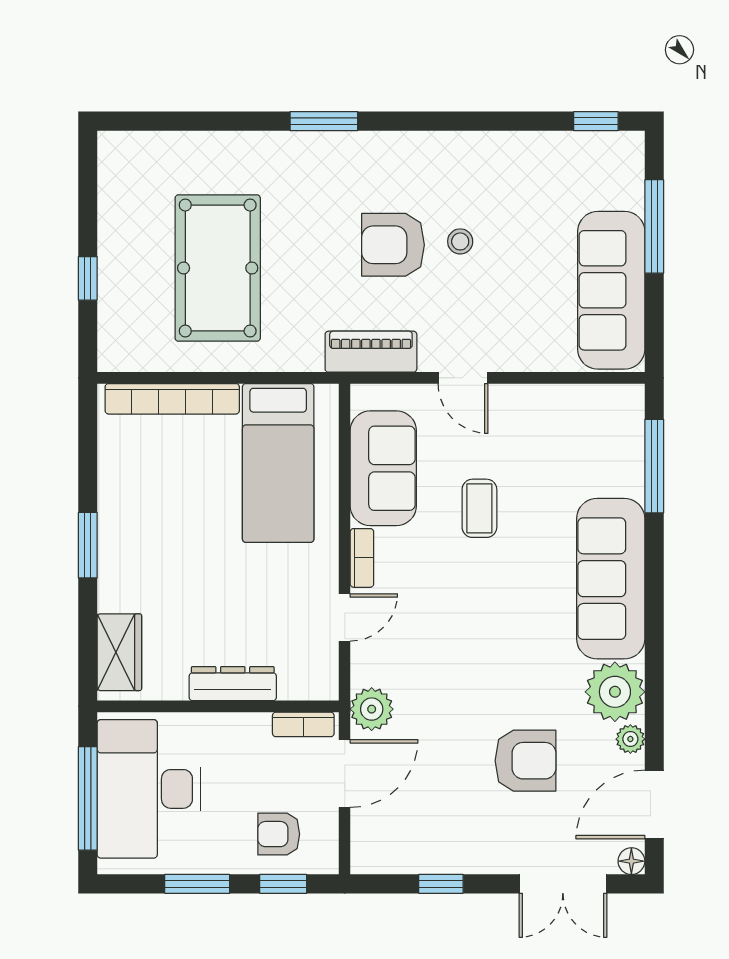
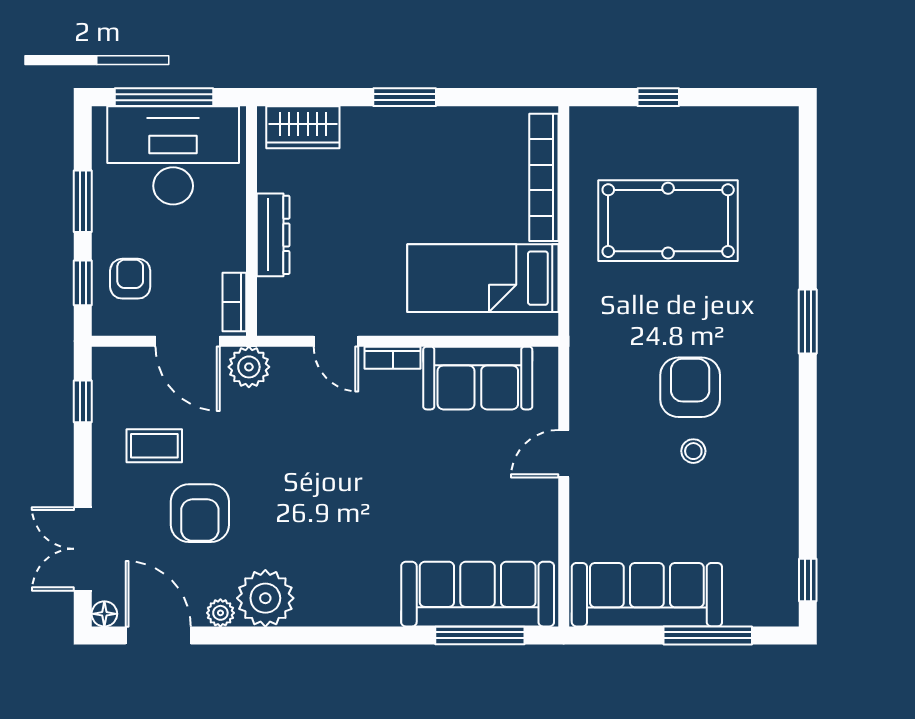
piano: (371, 352) -> (589, 366), removed
coffee table: (479, 508) -> (154, 446), moved
sofa: (611, 579) -> (478, 594), moved
window: (441, 884) -> (83, 401), moved

